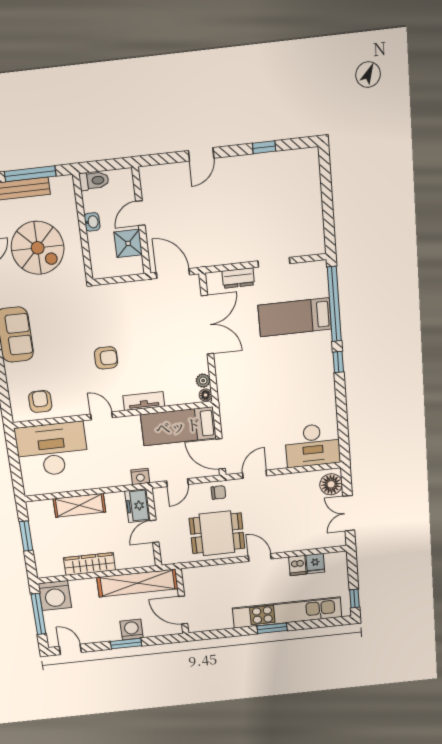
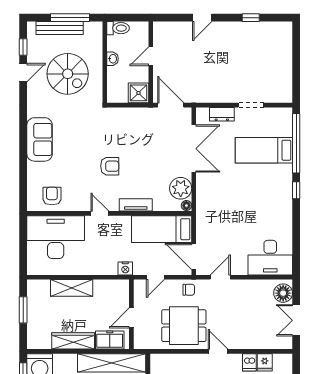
shower: (128, 243) -> (139, 93), moved
plant: (203, 381) -> (181, 188), width x1.88, depth x1.88
freezer: (138, 506) -> (110, 340), moved, turned 90

